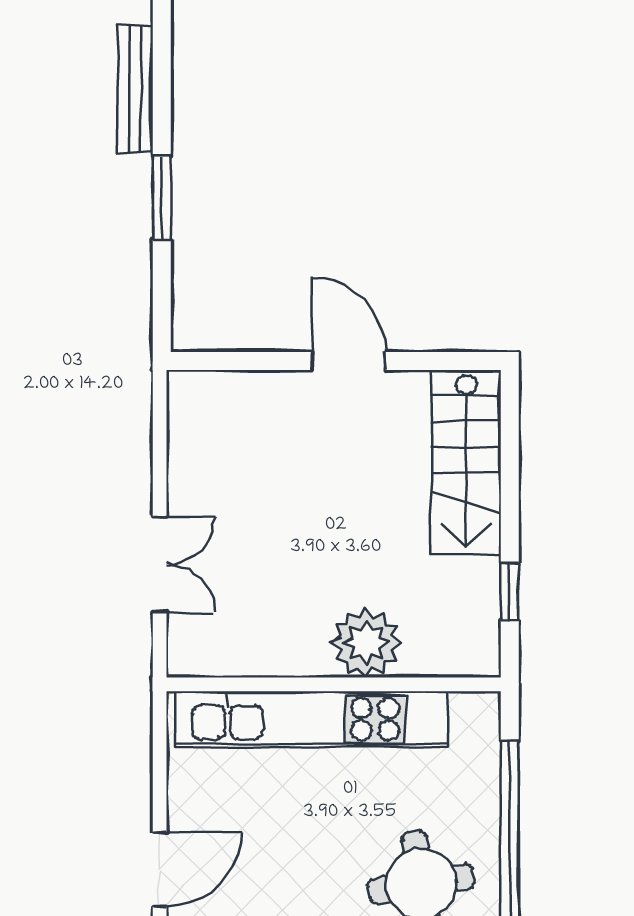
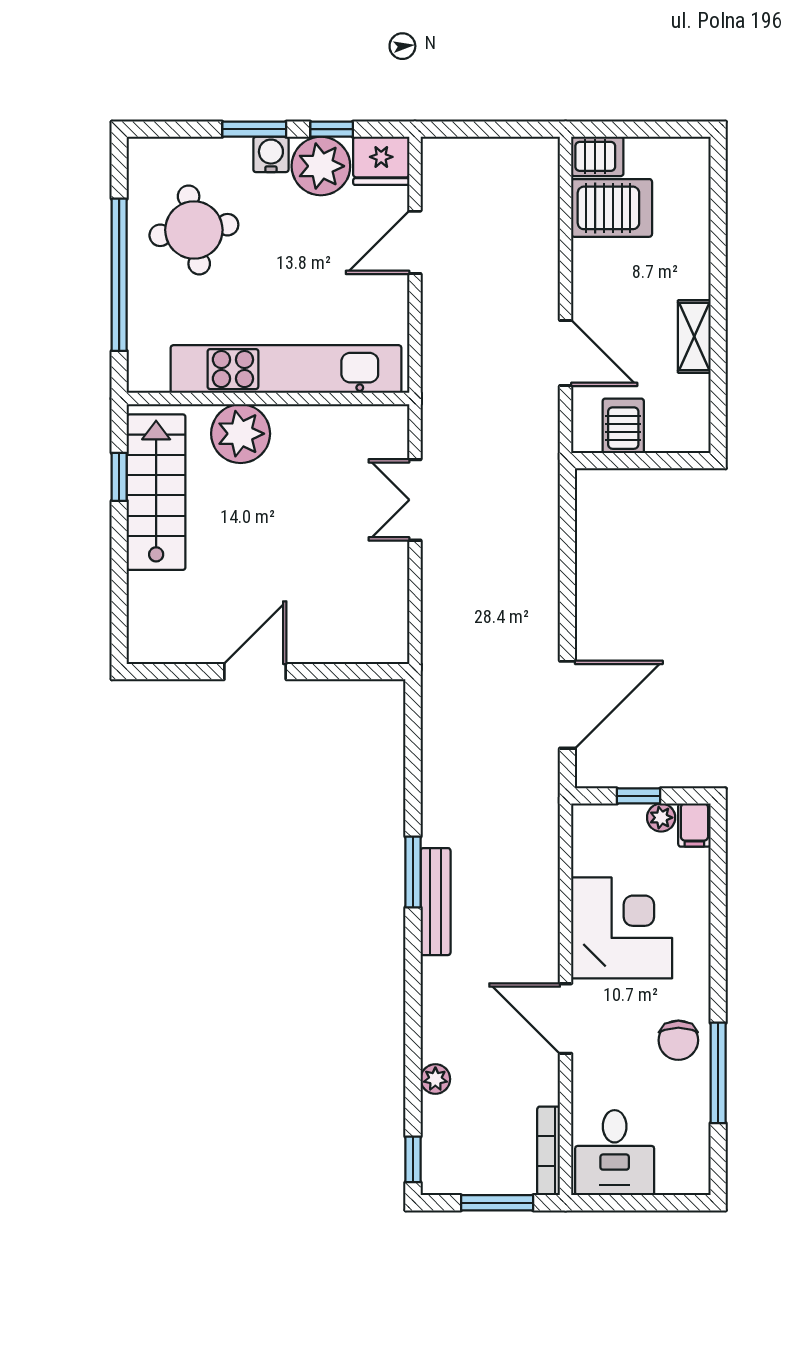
window: (162, 198) -> (413, 872), moved
door: (349, 361) -> (255, 672), swing flipped
stairs: (466, 462) -> (156, 492), moved

